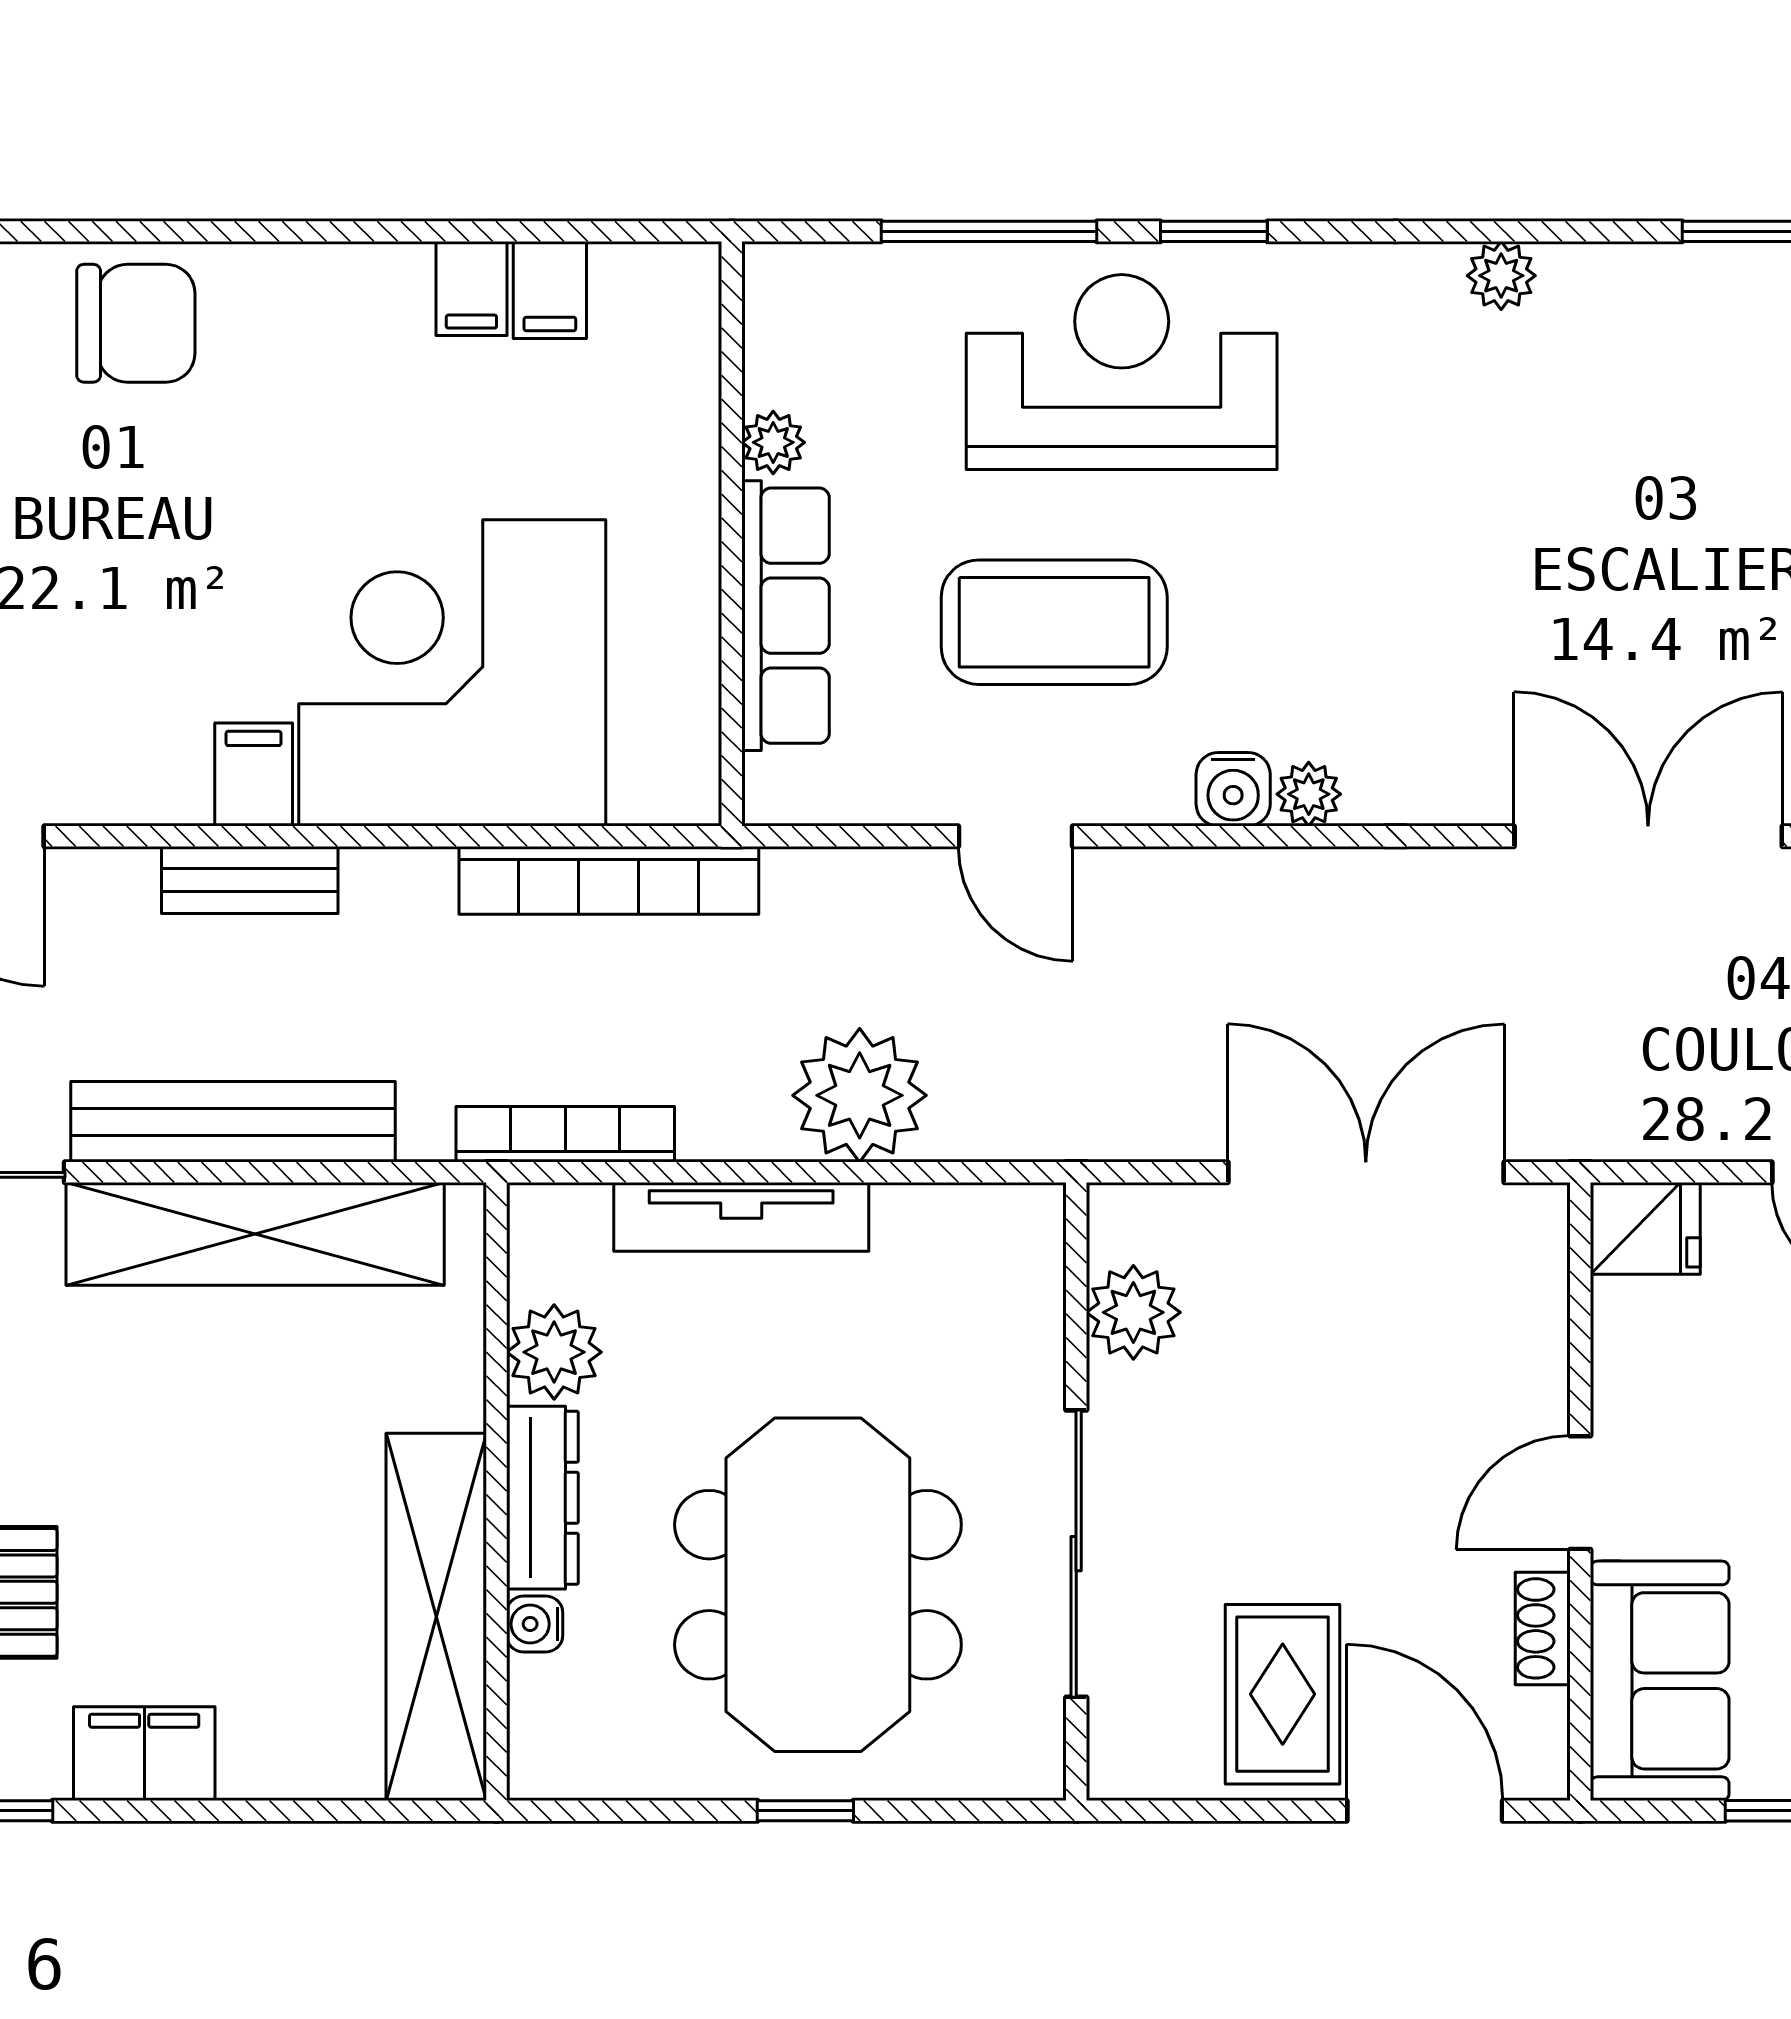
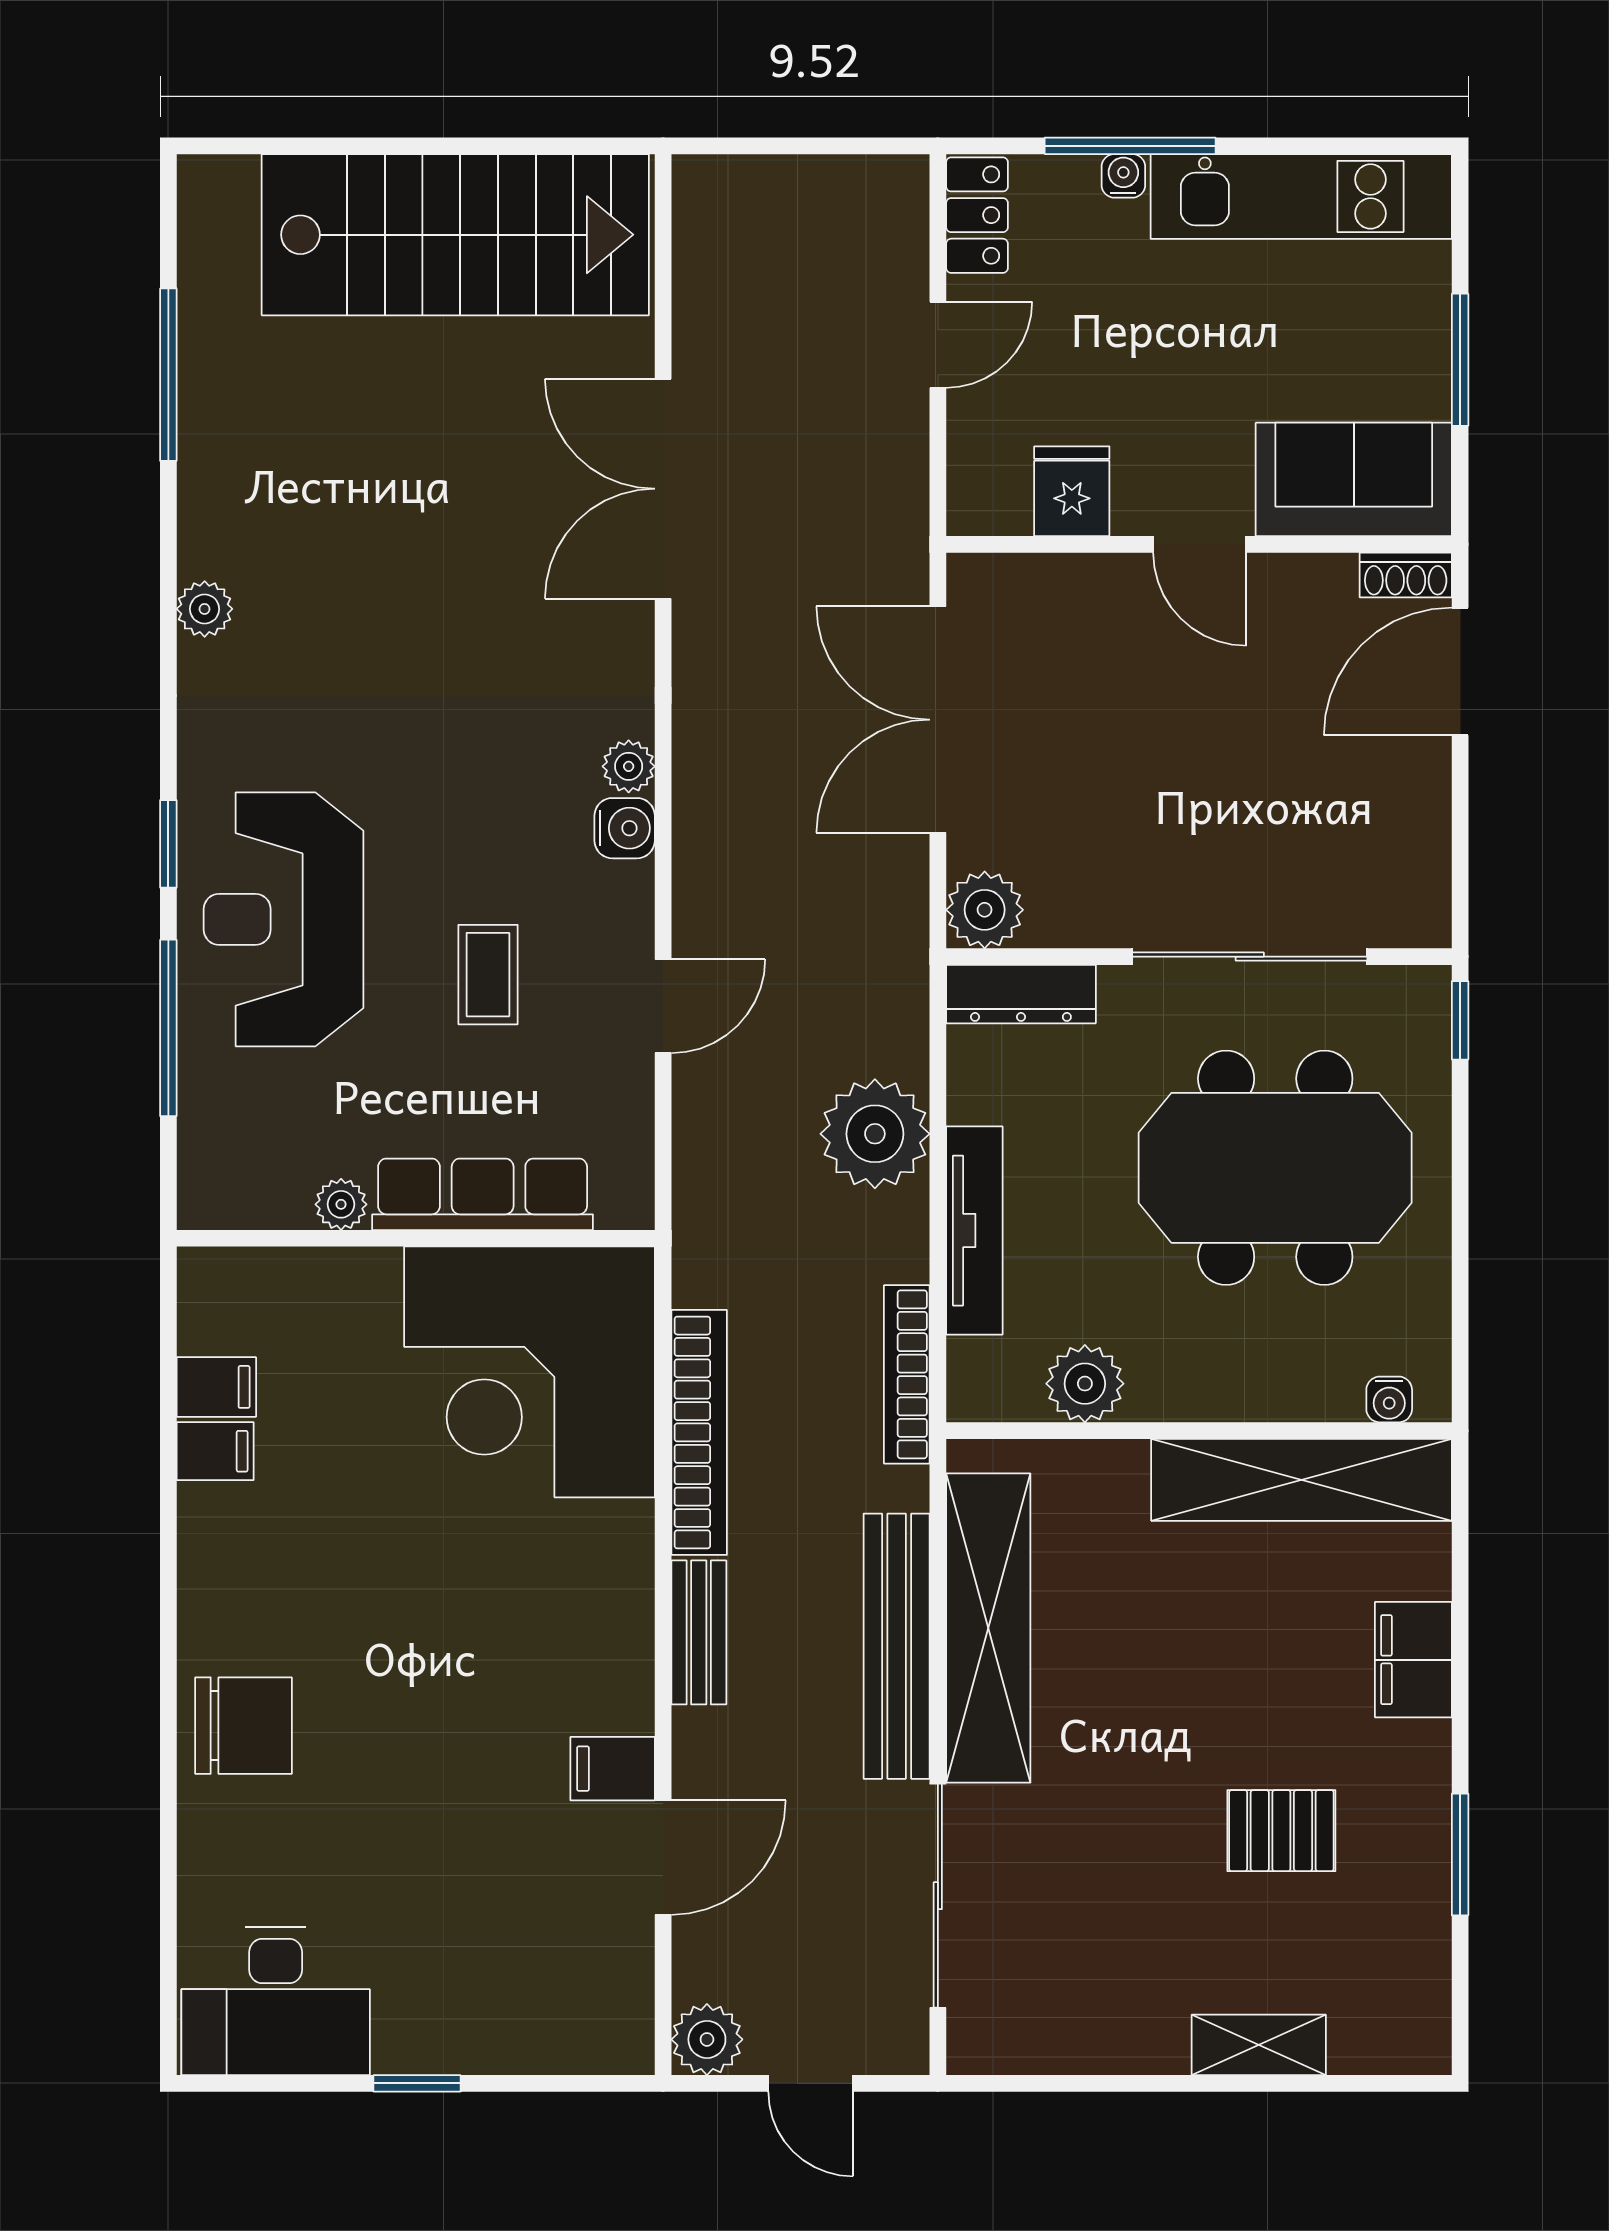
chair: (136, 323) -> (243, 1726), turned 90
coffee table: (1054, 622) -> (488, 975), width x0.54, depth x0.58
corner desk: (452, 673) -> (529, 1372), moved
filing cabinet: (254, 775) -> (613, 1769), moved
bookcase: (609, 880) -> (699, 1432), moved
fridge: (1645, 1228) -> (1072, 491), moved
plant: (1133, 1312) -> (985, 910), moved
dresser: (542, 1498) -> (1021, 994), moved, turned 180
water cooler: (535, 1624) -> (1389, 1399), moved
shoe rack: (1543, 1628) -> (1406, 575), moved
rug: (1283, 1694) -> (1365, 788), removed
filing cabinet: (144, 1754) -> (1413, 1660), moved
window: (805, 1811) -> (1460, 1020), moved

